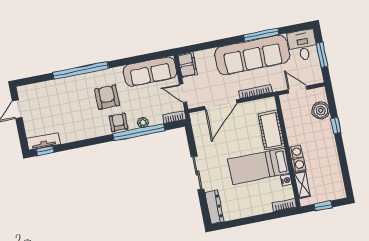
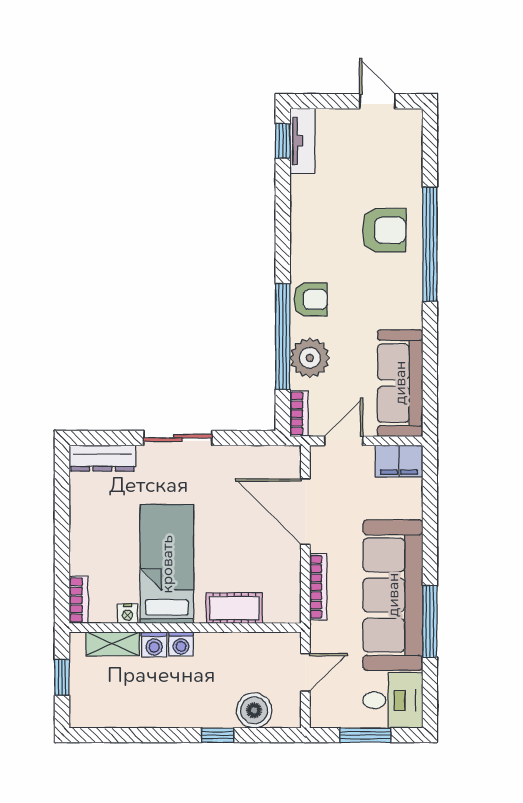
armchair: (107, 97) -> (384, 230), moved
plant: (143, 123) -> (310, 358), width x1.87, depth x1.87
cot: (271, 130) -> (234, 608), width x0.73, depth x0.75

